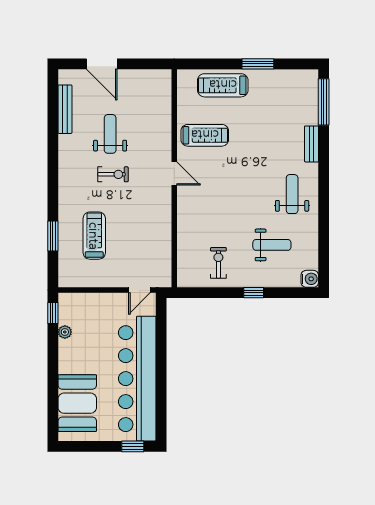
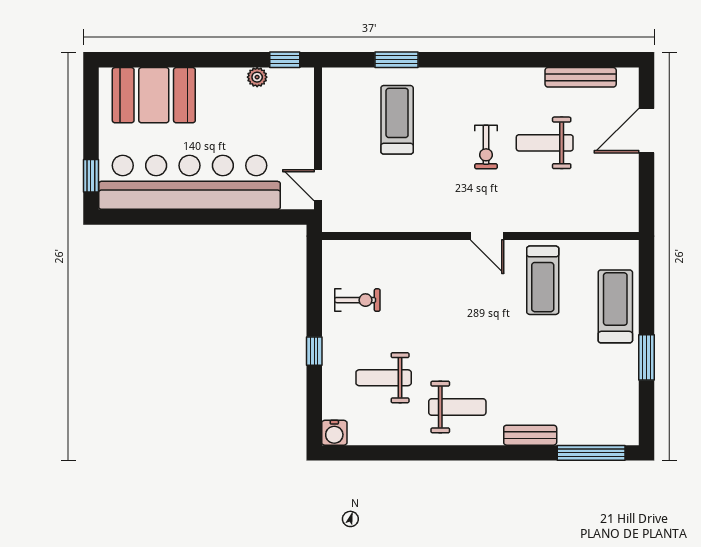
weight bench: (110, 134) -> (545, 143), turned 180
door: (174, 174) -> (487, 236), hinge flipped
treadmill: (94, 236) -> (397, 120), turned -90
weight bench: (272, 245) -> (384, 378), turned 90

